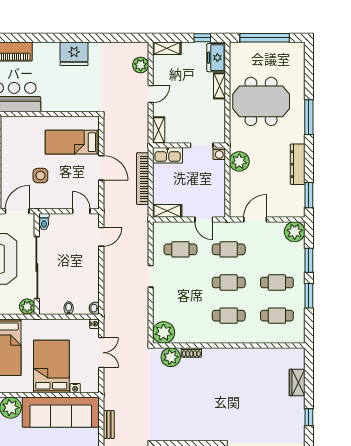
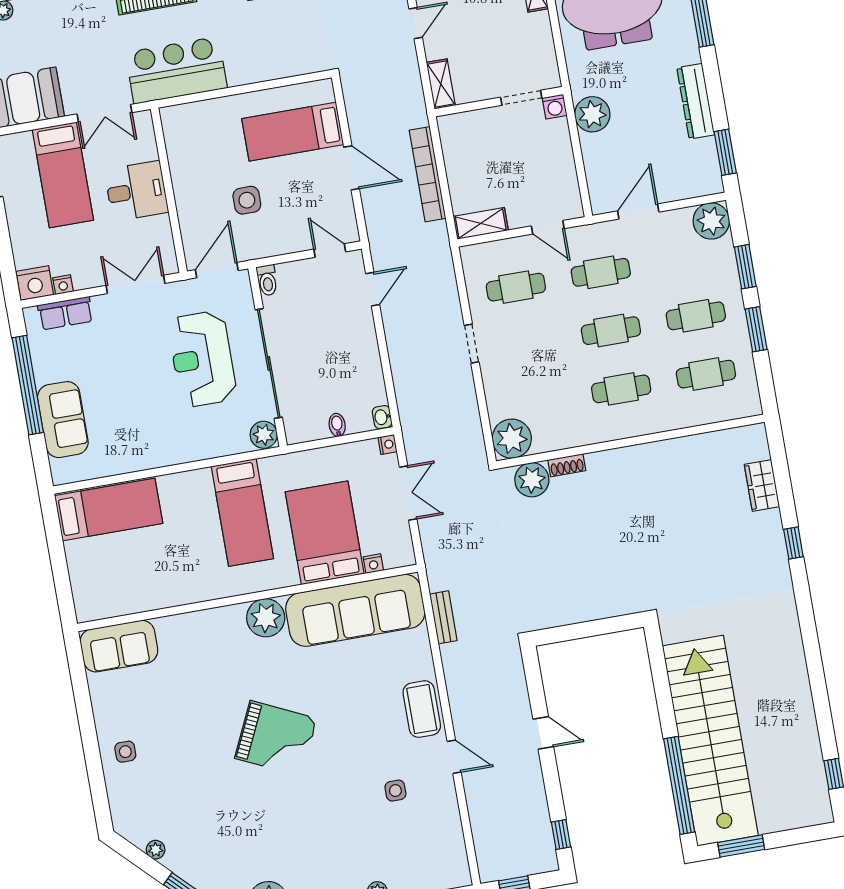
kitchen sink: (168, 155) -> (464, 126), removed

